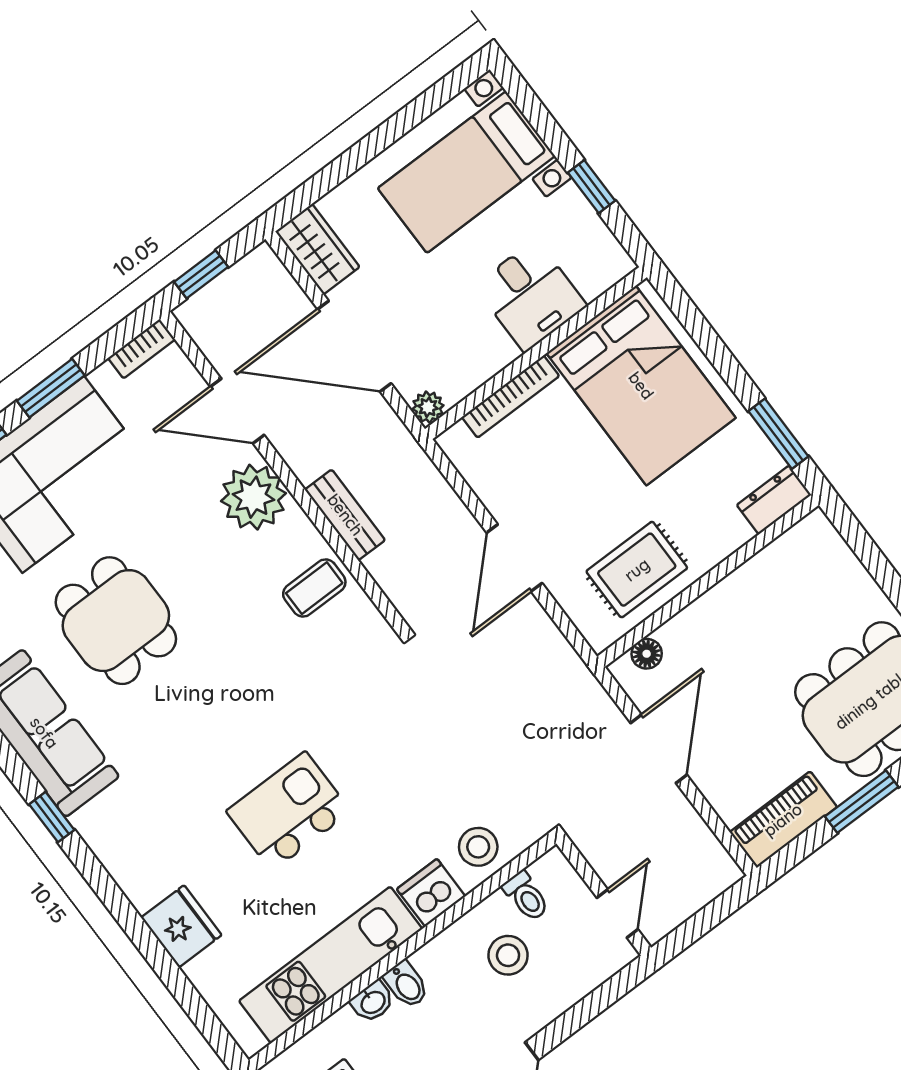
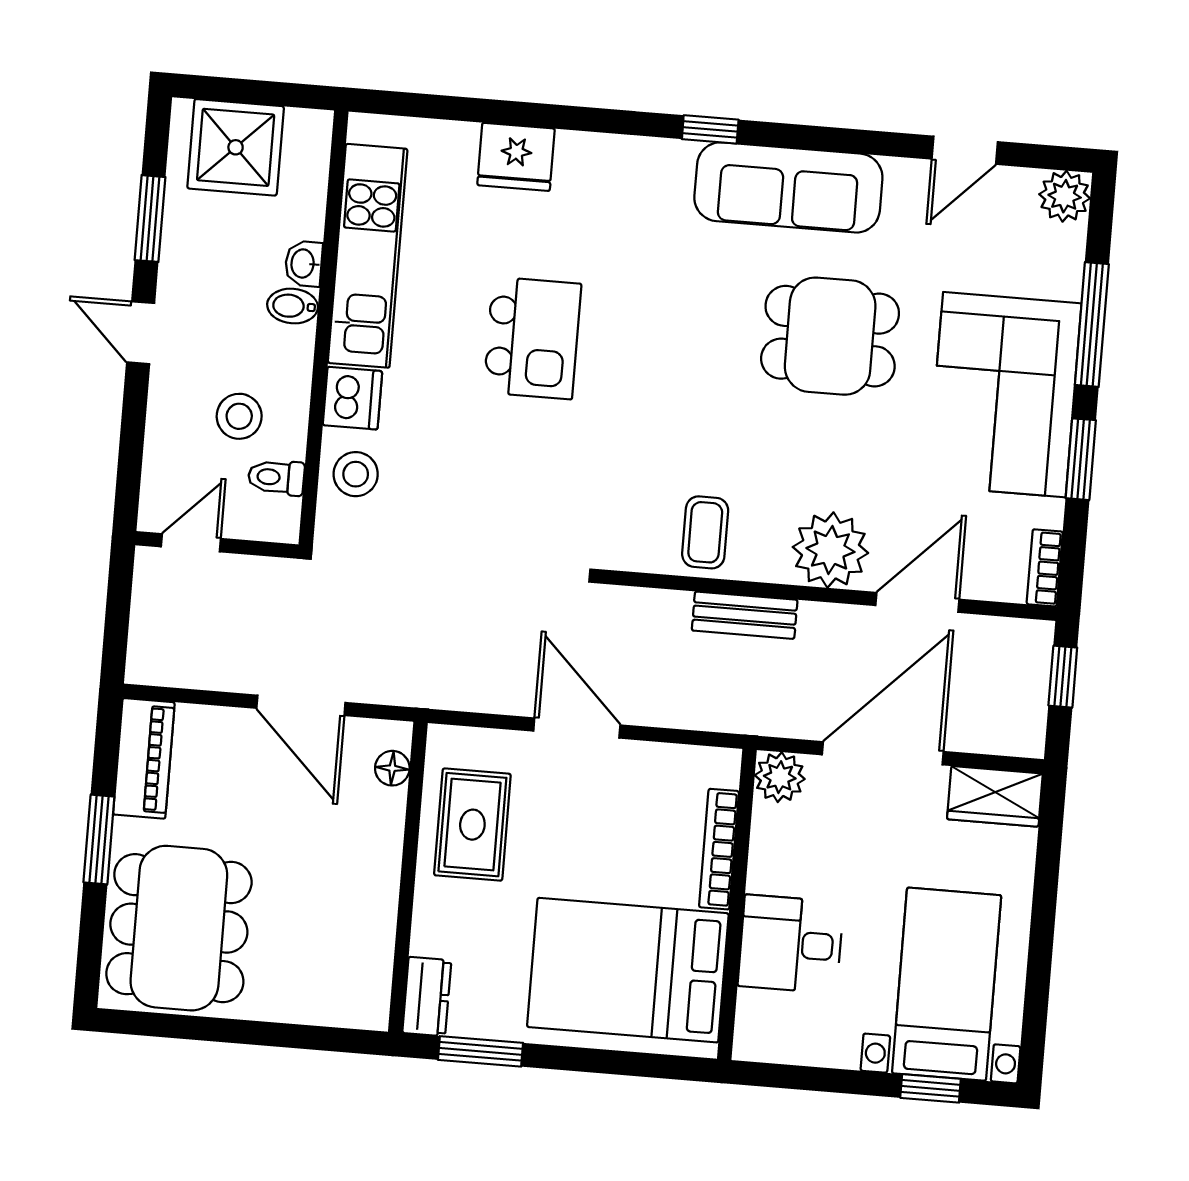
window: (591, 187) -> (931, 1088), moved
plant: (428, 407) -> (780, 777), width x1.38, depth x1.38
door: (617, 914) -> (191, 543), swing flipped

